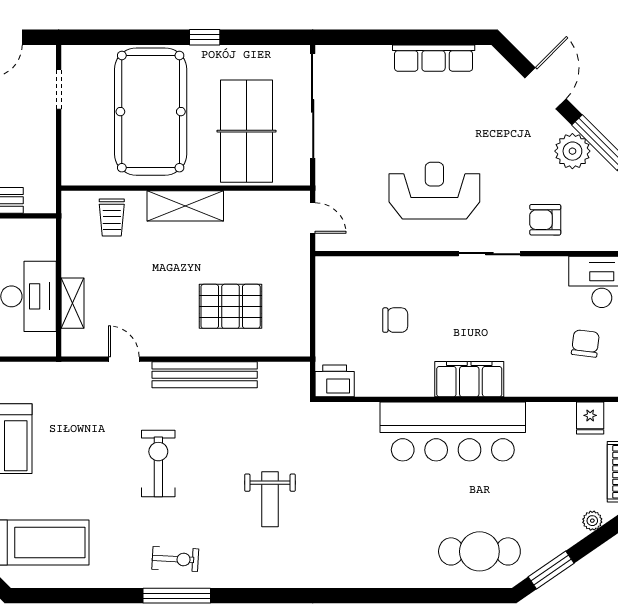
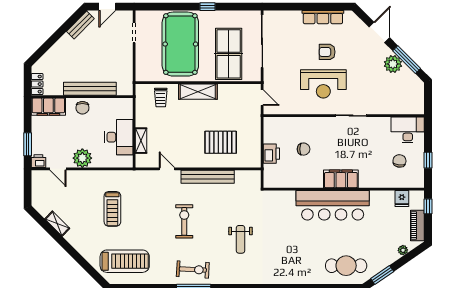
reception desk: (434, 191) -> (323, 84), turned 180
armchair: (545, 220) -> (327, 52), moved
printer: (335, 381) -> (271, 154), moved, turned 90
exercise bike: (175, 559) -> (193, 270), width x1.38, depth x1.39

